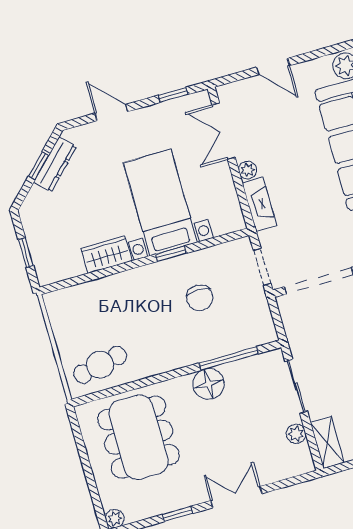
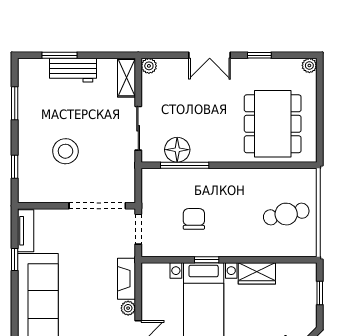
cafe table: (100, 365) -> (286, 214), moved
floor lamp: (209, 384) -> (177, 150), moved
plant: (296, 434) -> (149, 66), moved

